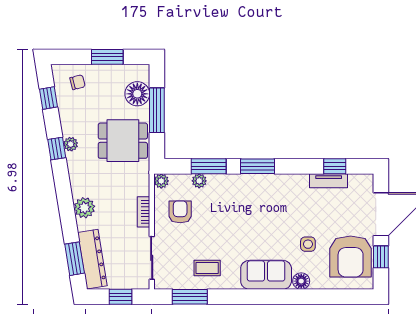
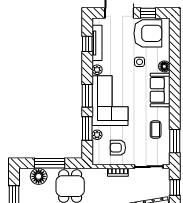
plant: (161, 181) -> (97, 70), moved
tv unit: (329, 181) -> (97, 43), width x1.41
corner sofa: (250, 200) -> (110, 101), added

